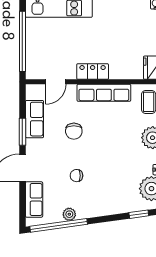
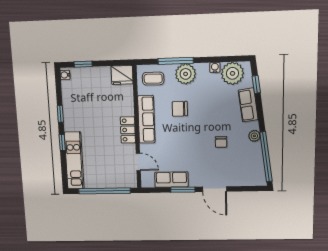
chair: (74, 131) -> (180, 109), moved, turned 180
row of seats: (34, 200) -> (248, 105), moved, turned -98
plant: (69, 214) -> (254, 136), moved

